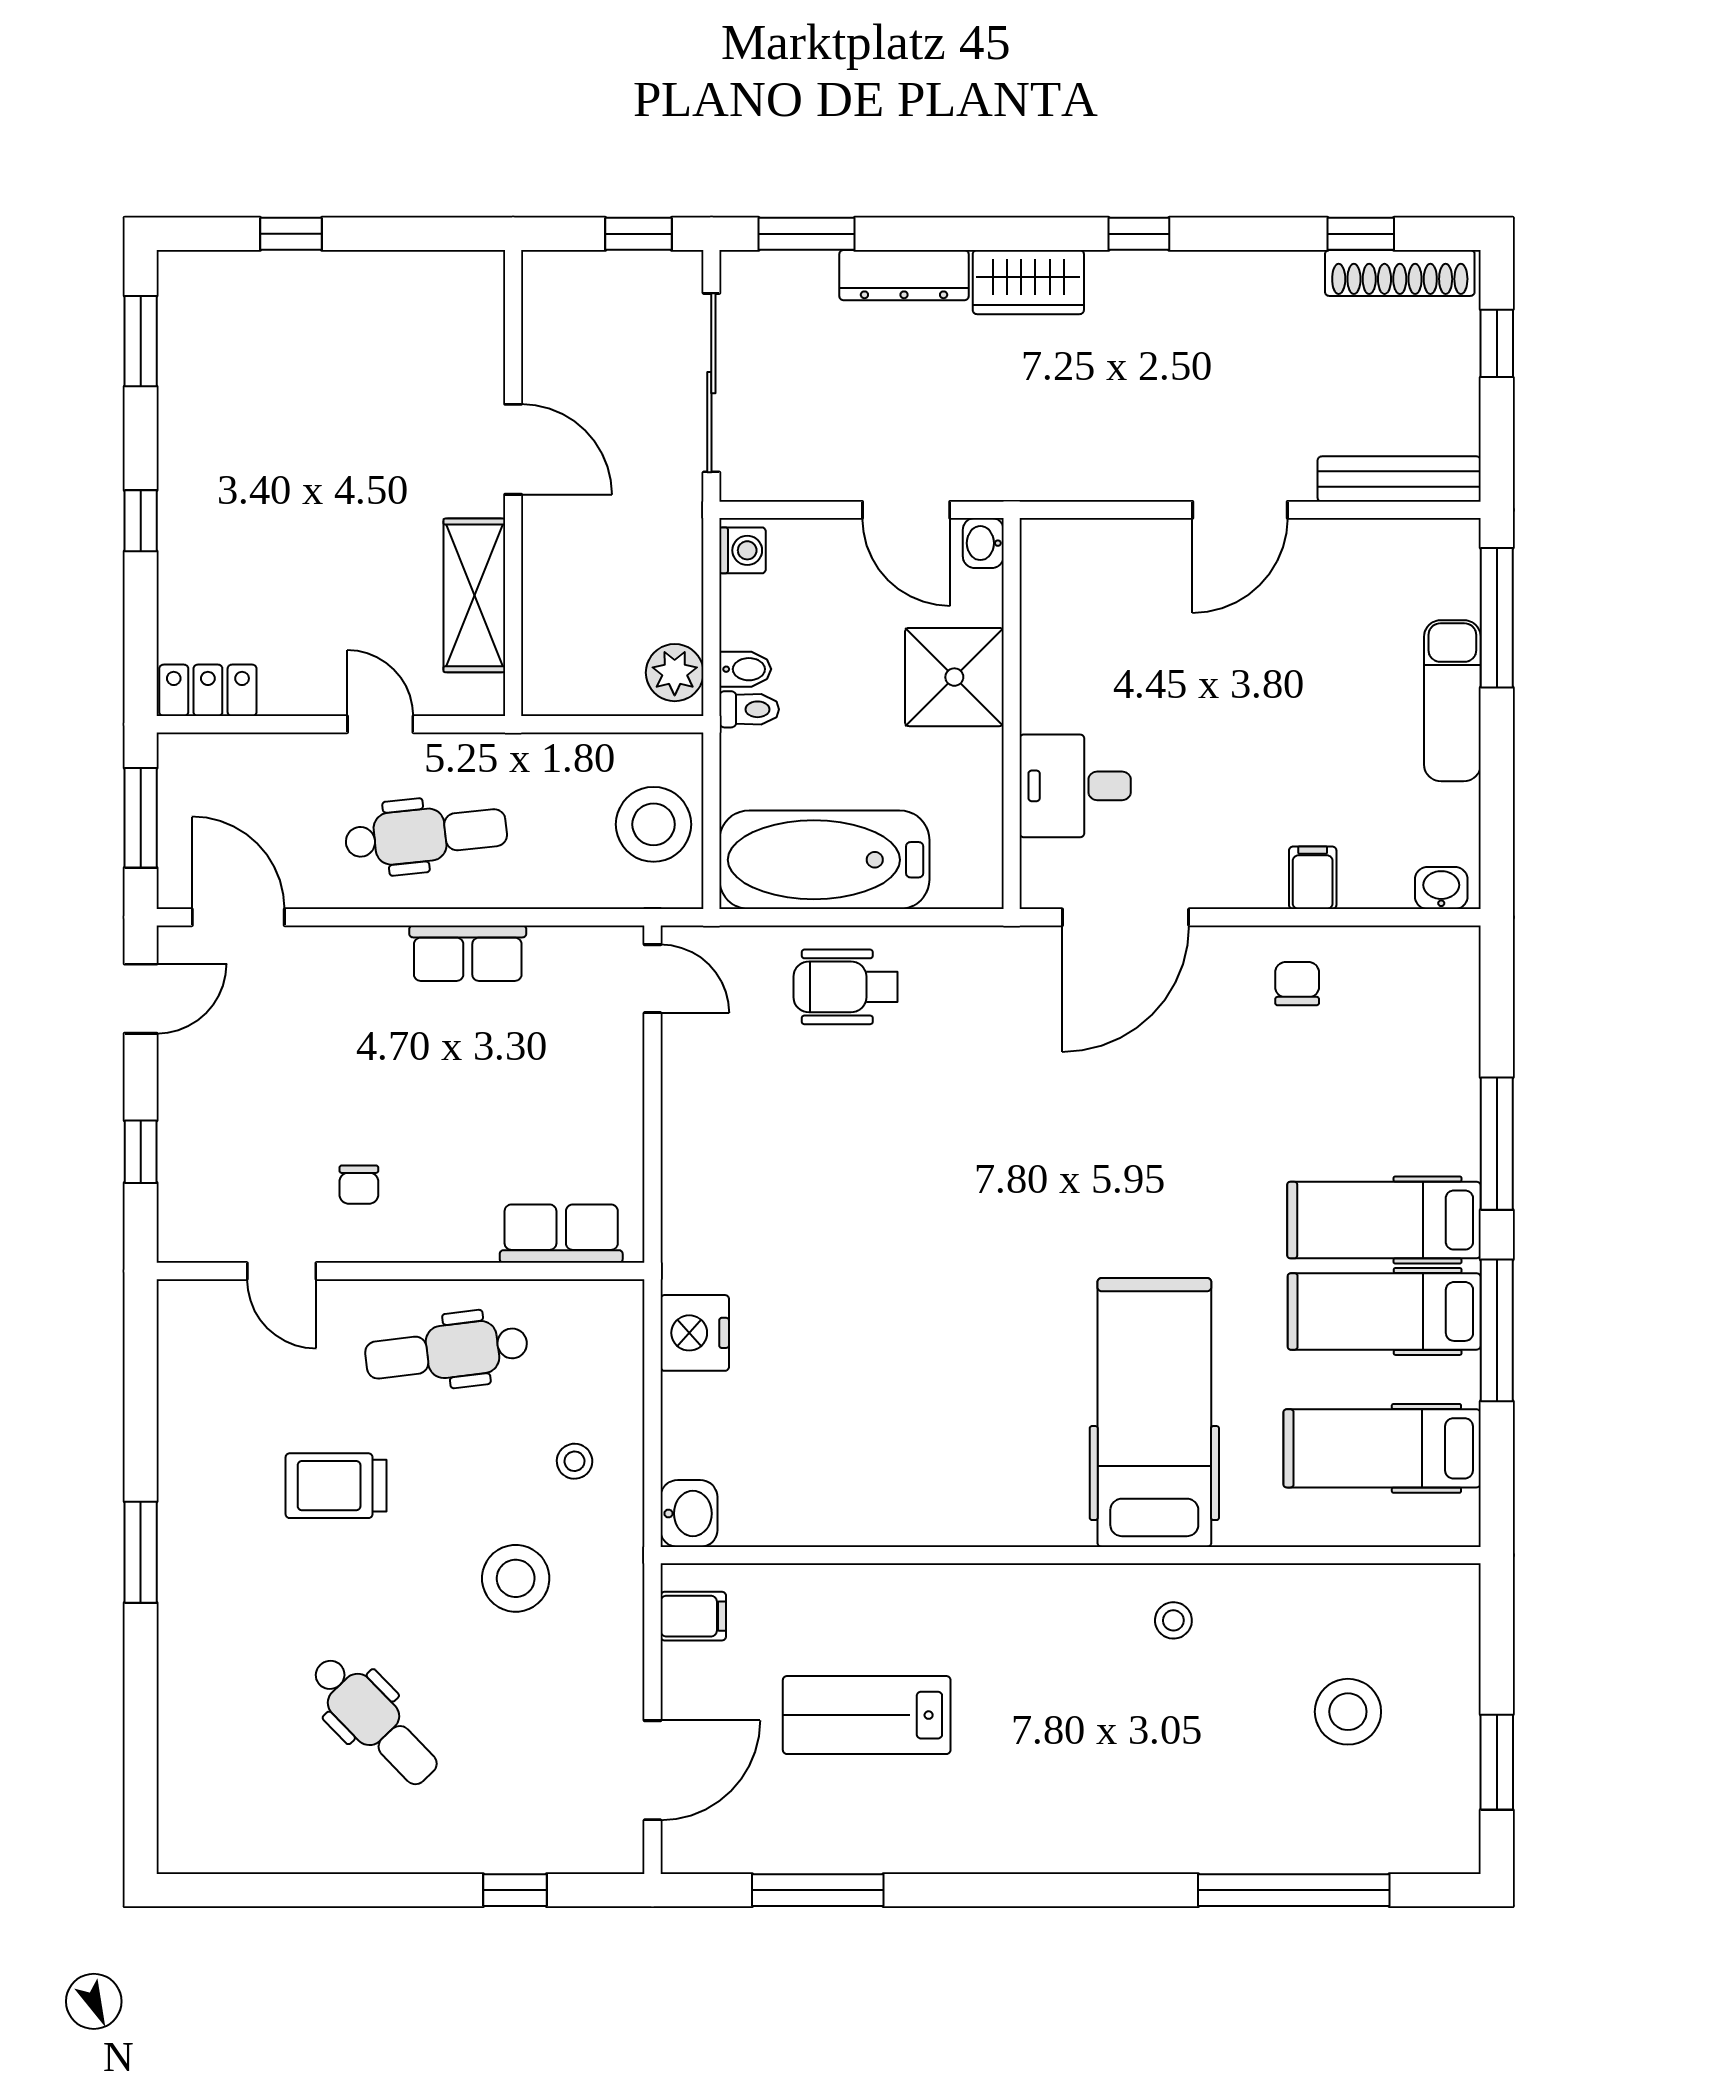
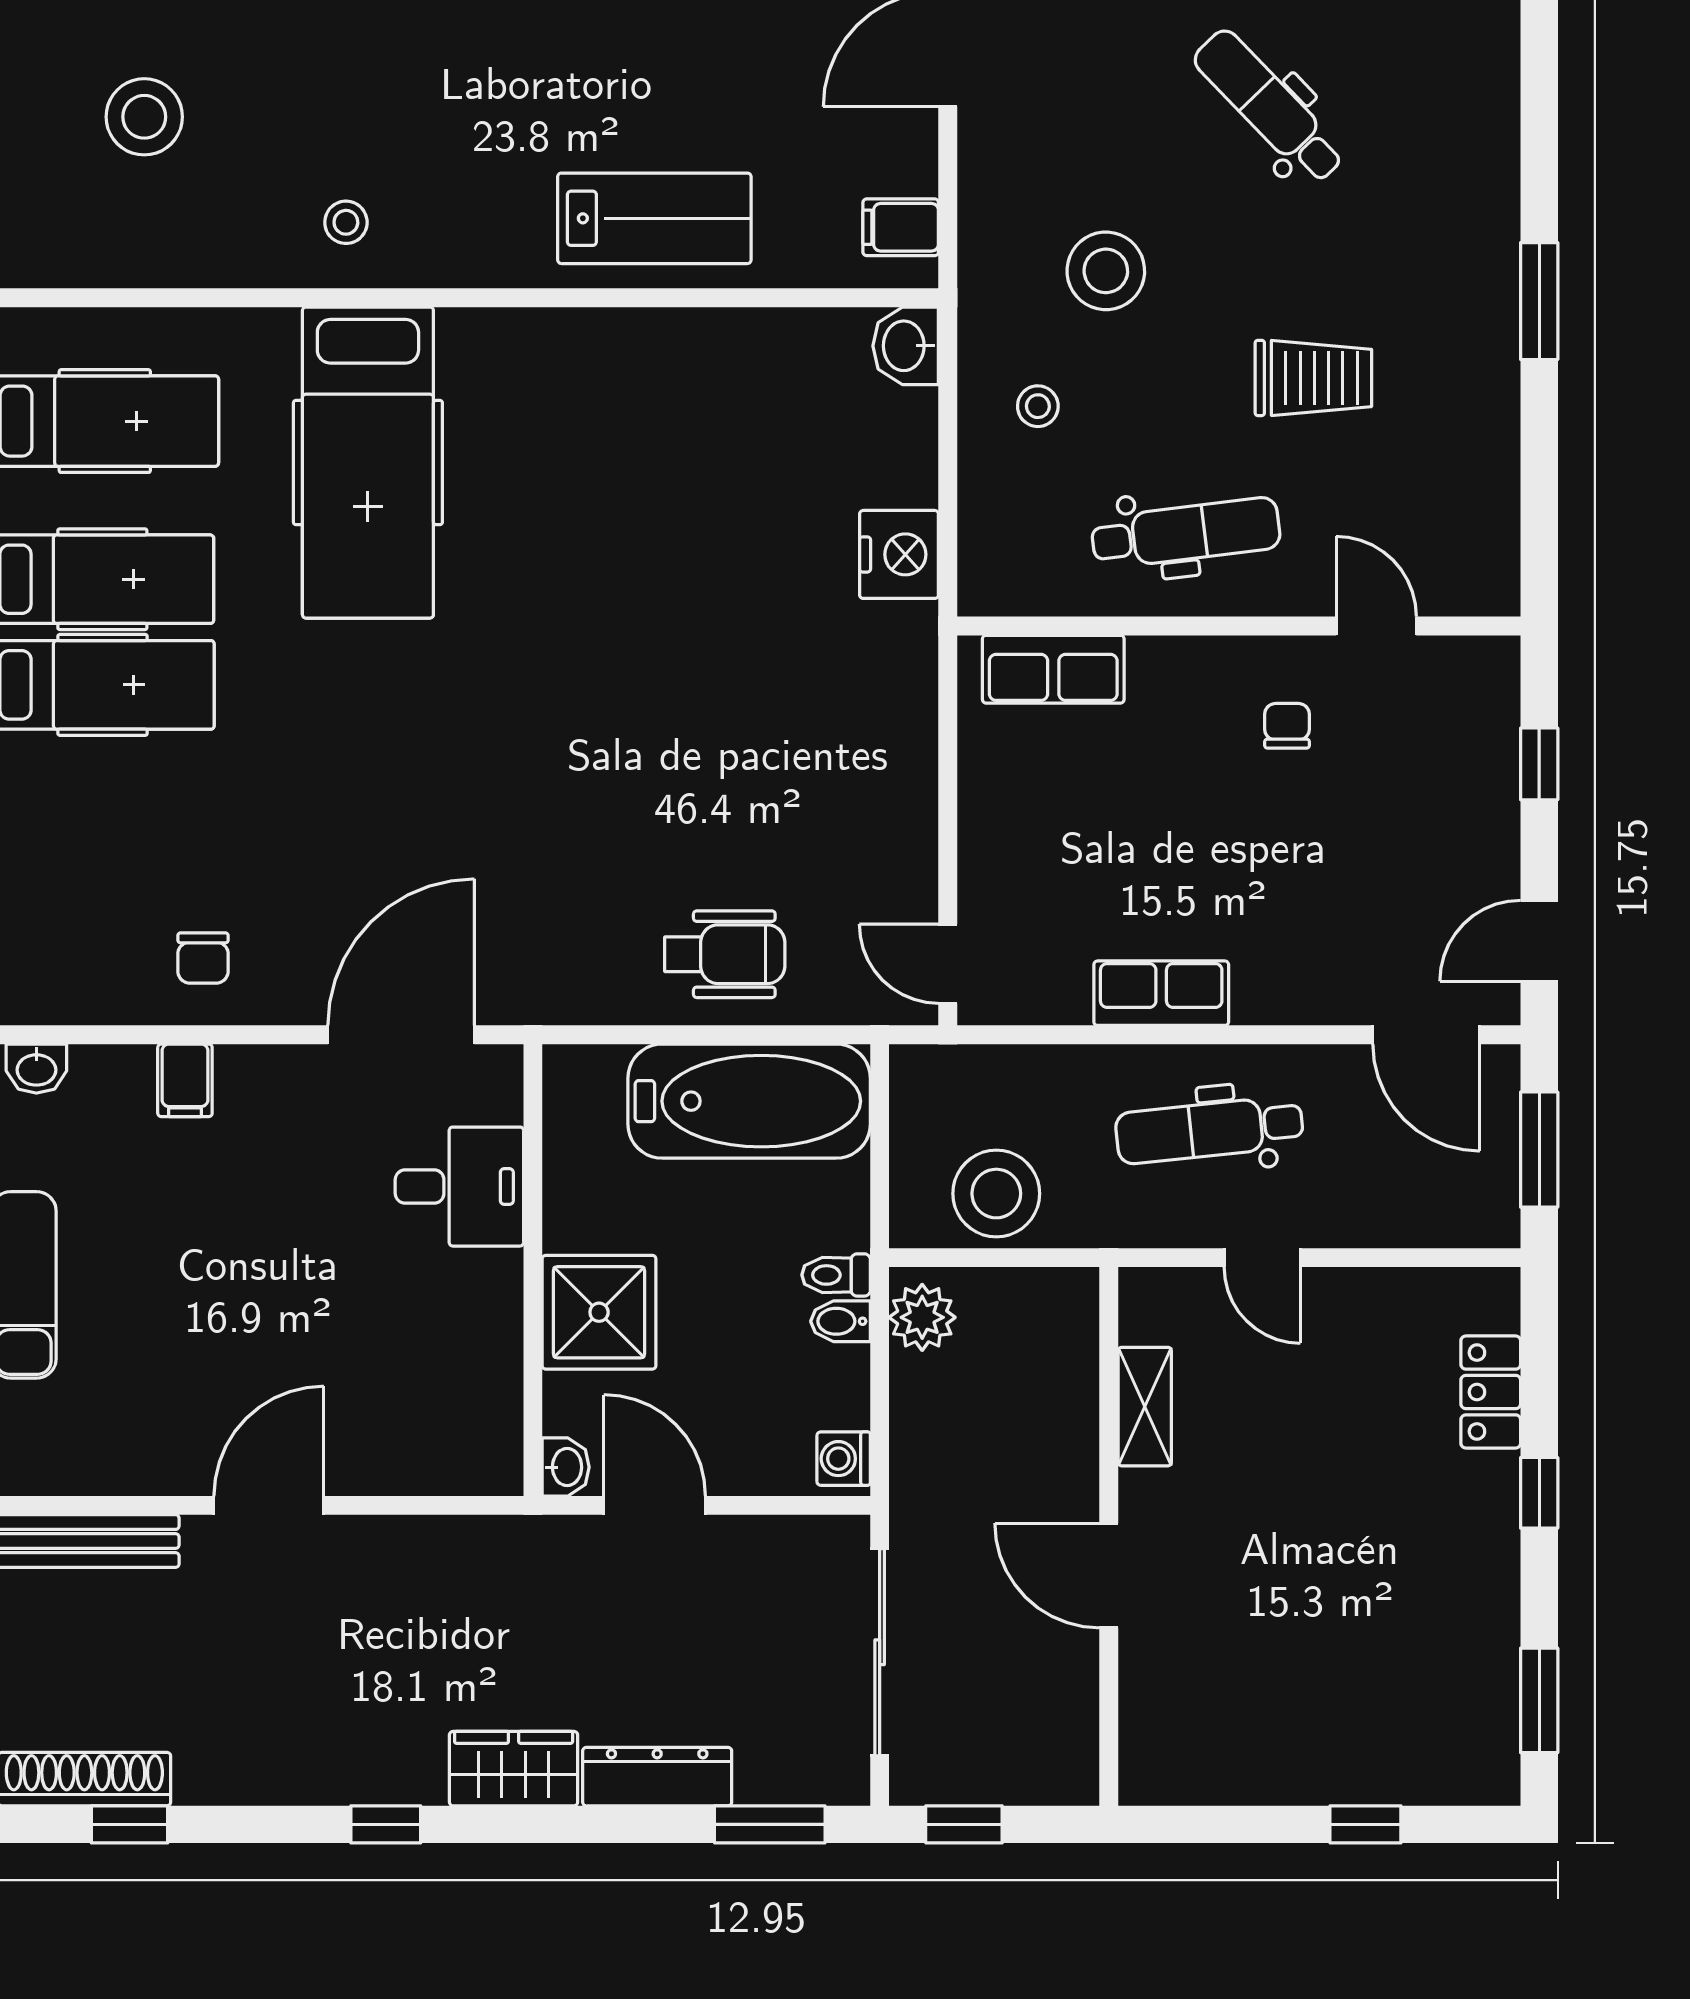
shelving: (474, 595) -> (1145, 1407), width x0.67, depth x0.75
locker: (208, 690) -> (1491, 1392), moved, turned 90
stool: (654, 824) -> (996, 1194), moved
lab bench: (867, 1715) -> (654, 218), moved

